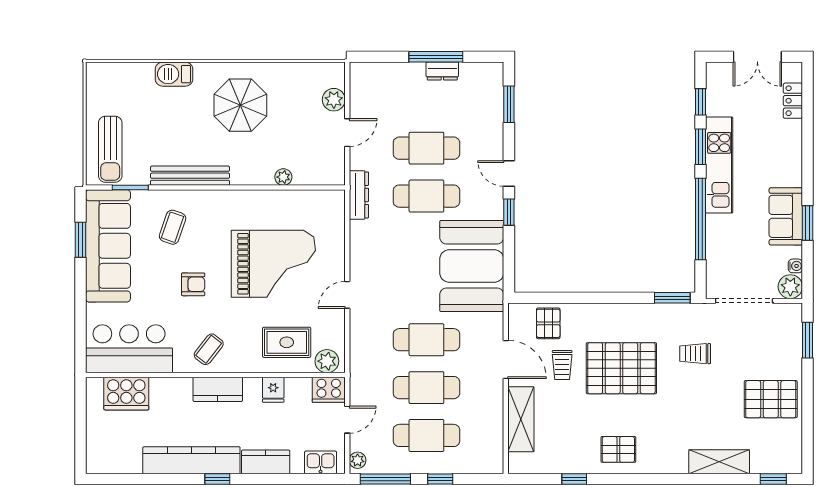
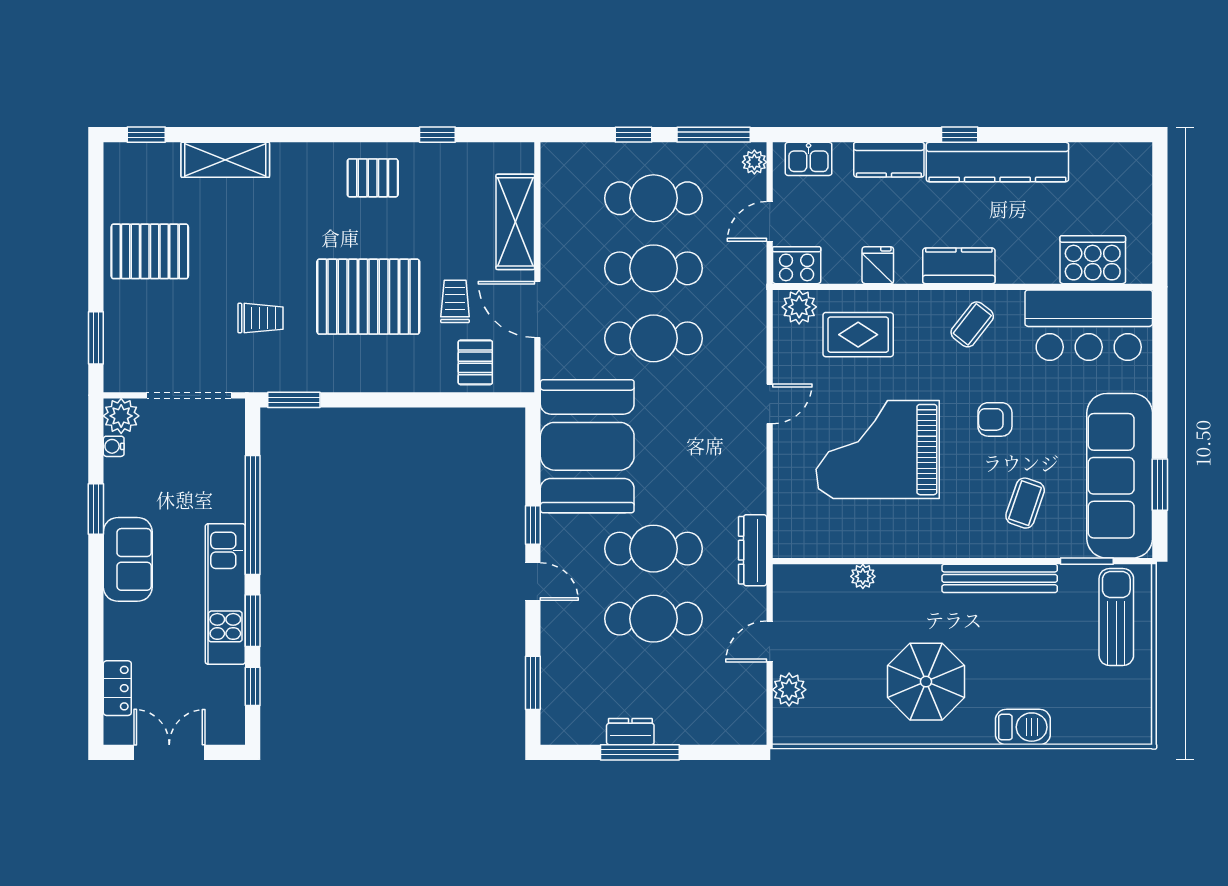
sofa: (786, 216) -> (128, 559), moved

